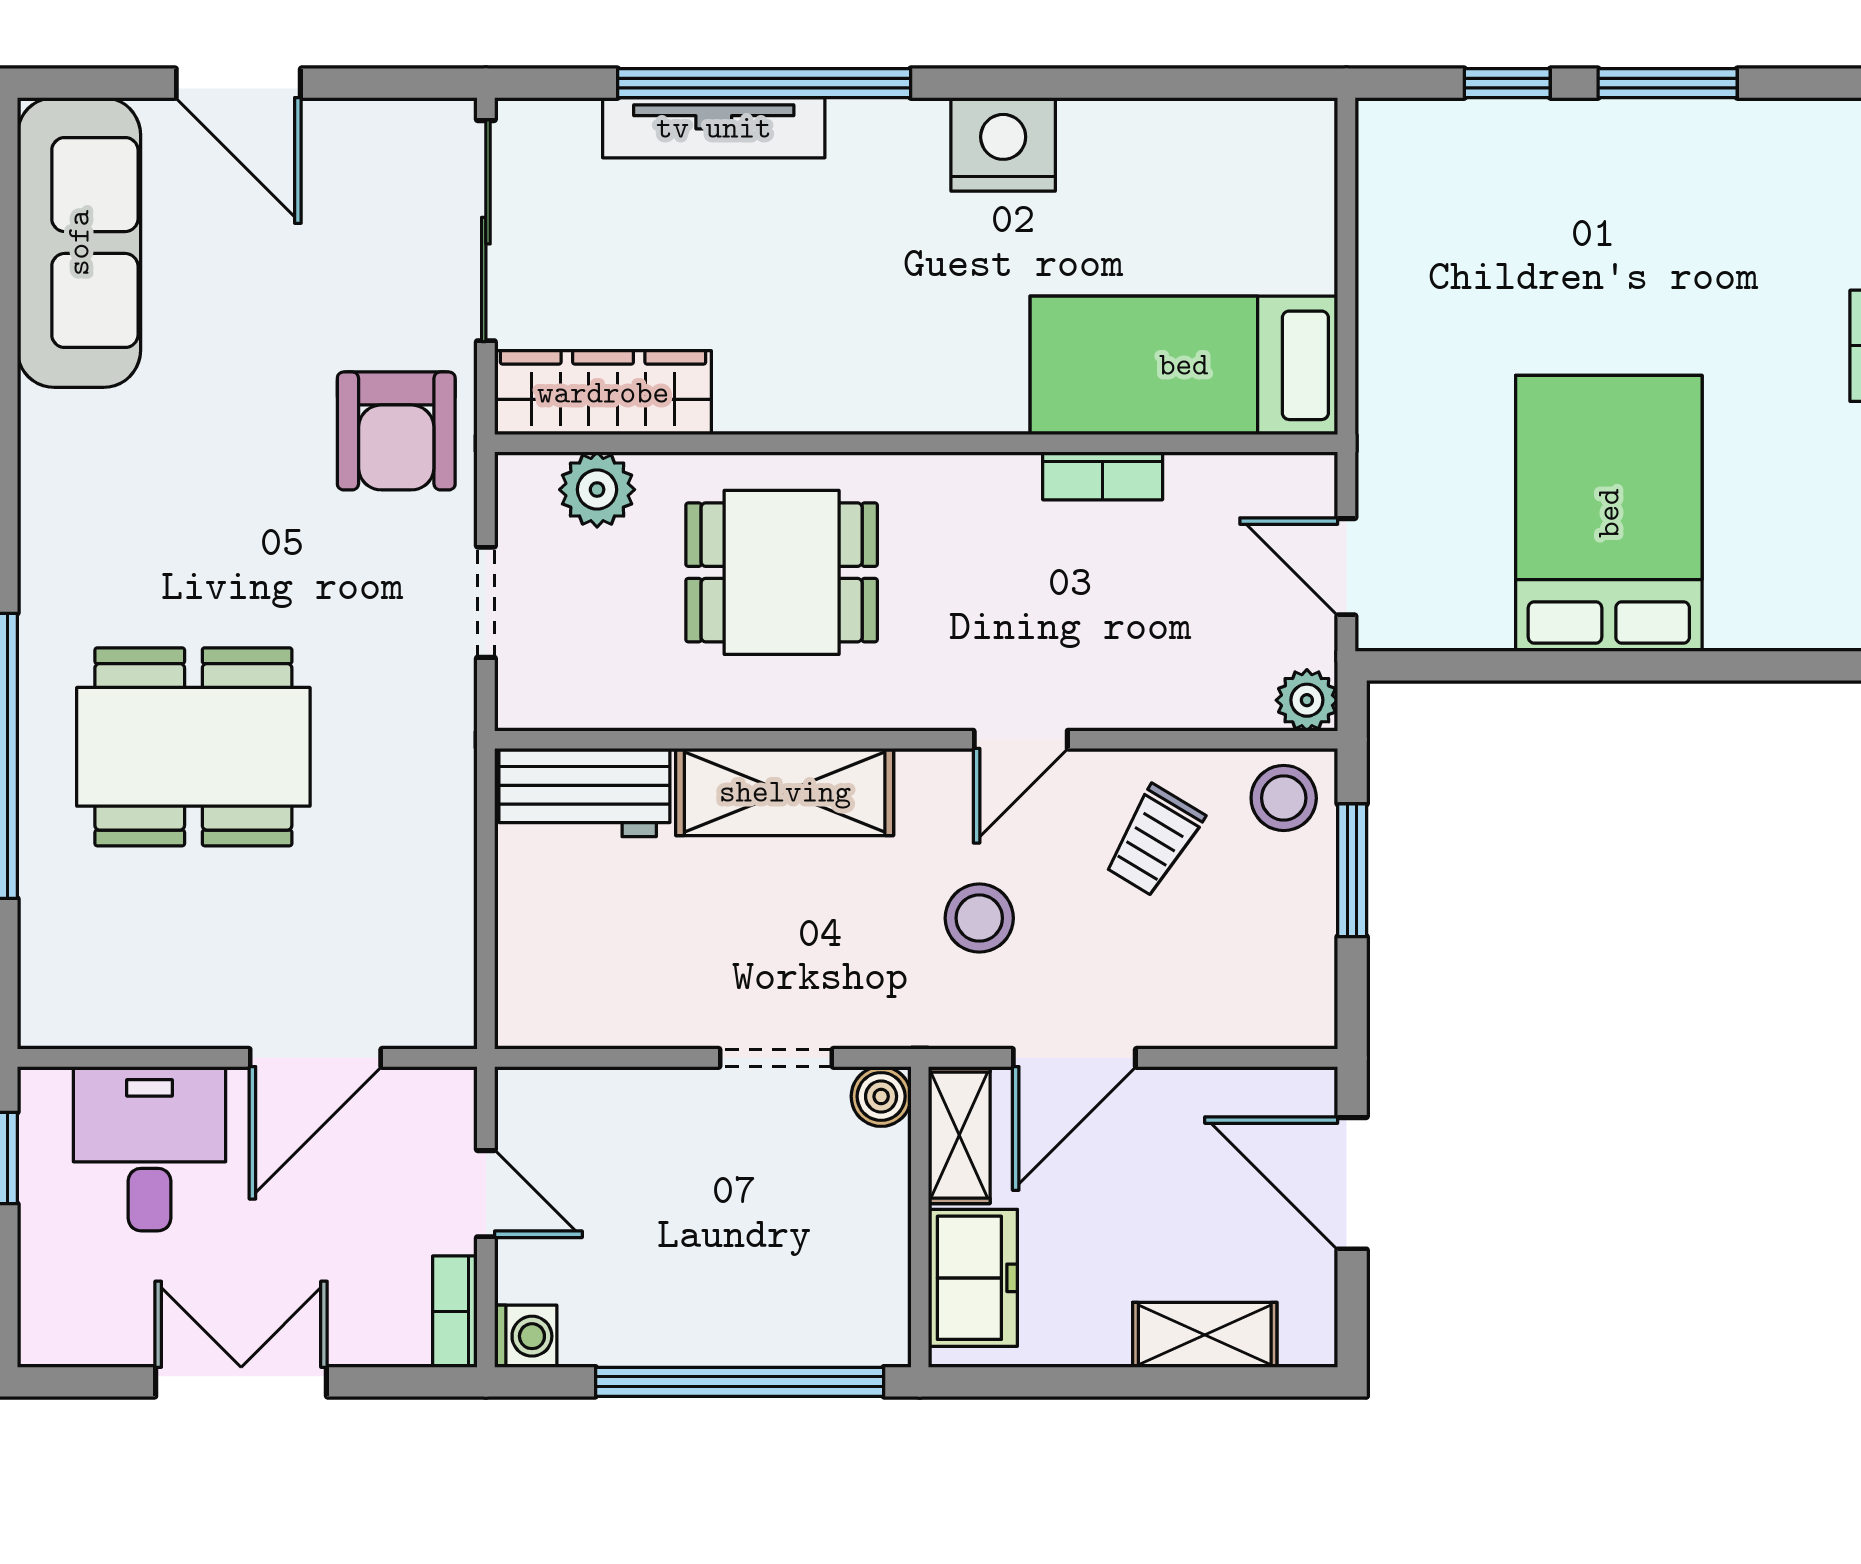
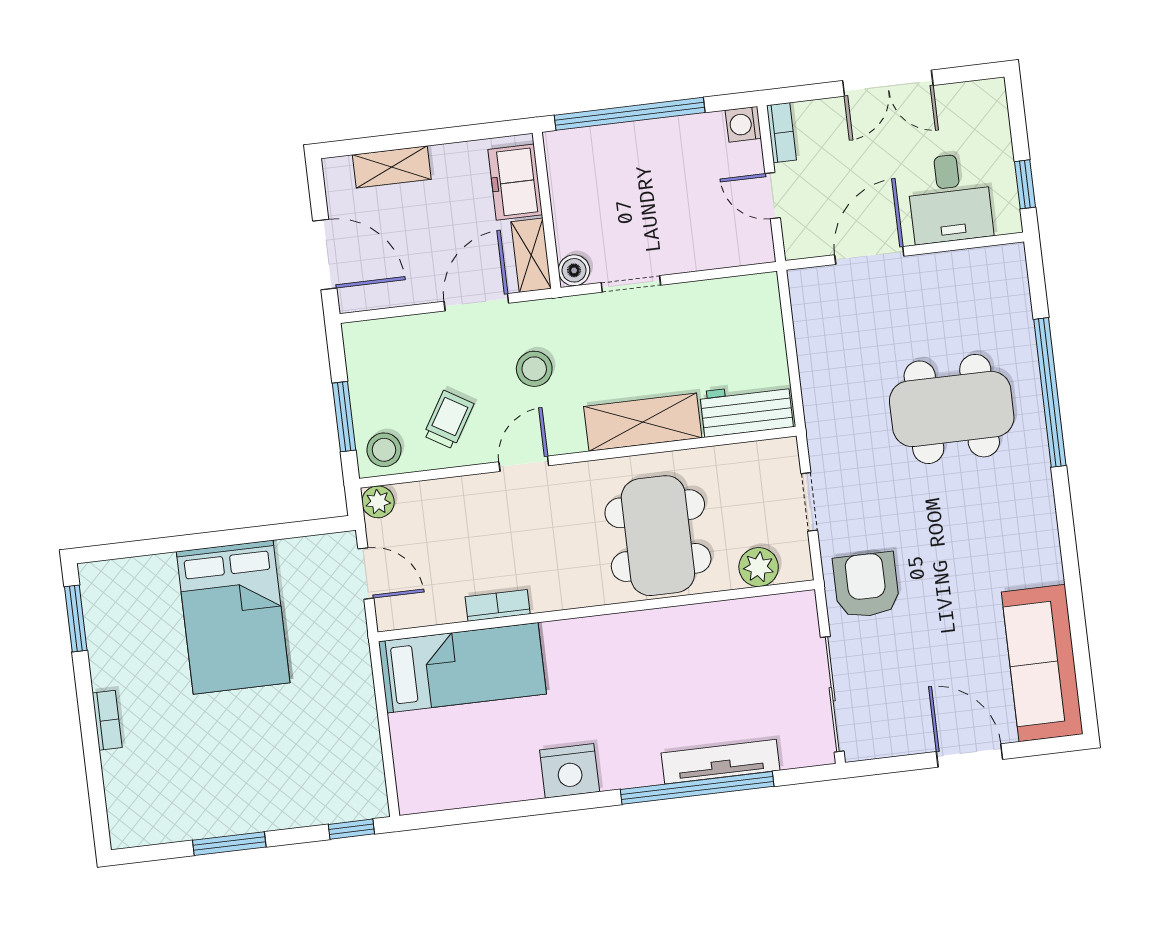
window: (1507, 83) -> (351, 829), moved
wardrobe: (603, 393) -> (761, 618), removed
dining table: (782, 572) -> (658, 536), width x1.38

